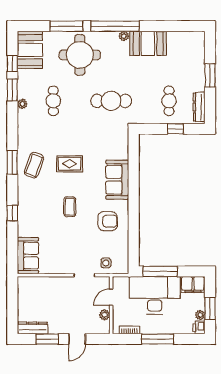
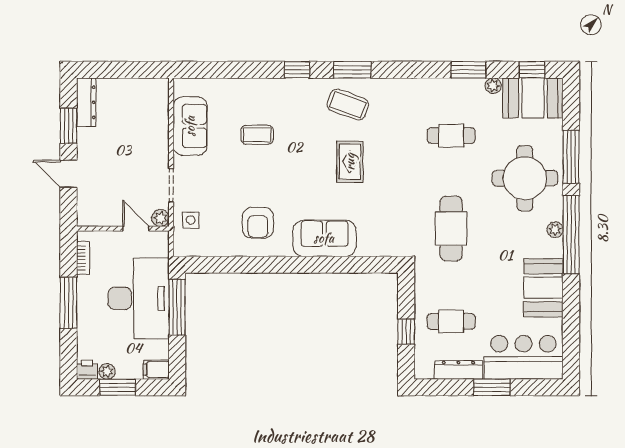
plant: (124, 36) -> (555, 230), moved
bar counter: (191, 56) -> (523, 357), added
window: (12, 63) -> (532, 70), moved
plant: (22, 104) -> (493, 86), moved
dresser: (199, 107) -> (458, 370), moved
coffee table: (70, 207) -> (257, 135), moved
window: (12, 213) -> (297, 70), moved
sofa: (28, 256) -> (190, 126), moved, turned -90
filing cabinet: (193, 284) -> (156, 370), width x0.50
plant: (105, 315) -> (160, 218), moved

